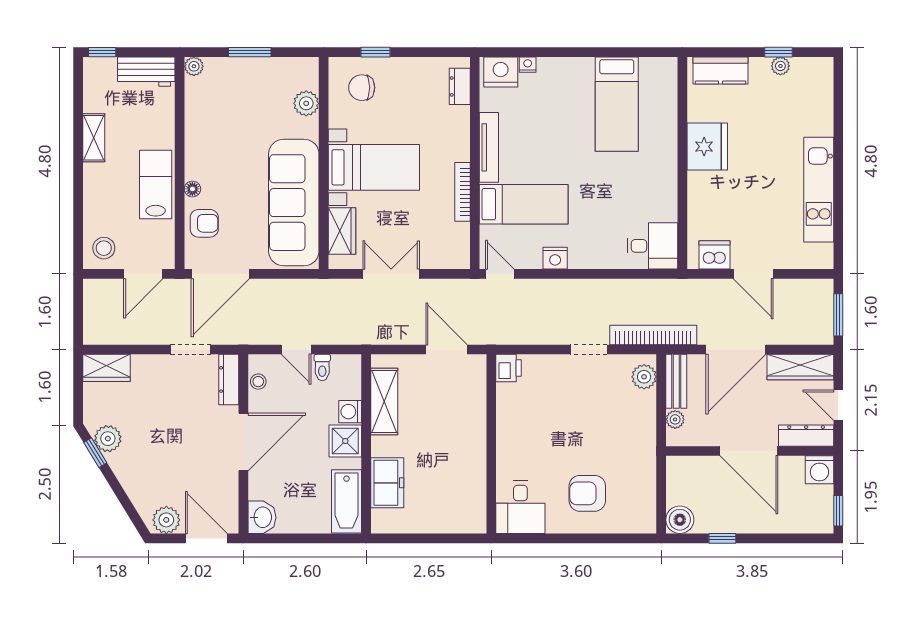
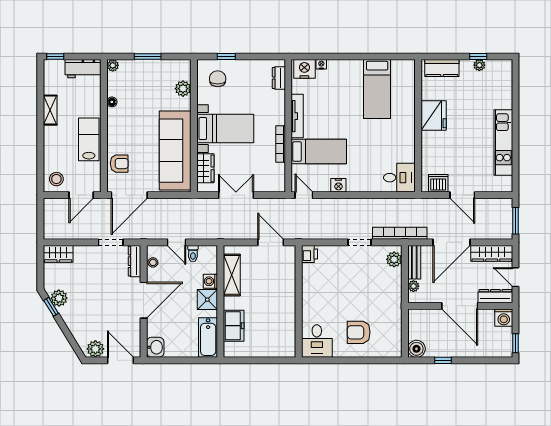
chair: (362, 88) -> (218, 79), turned 90
floor lamp: (192, 189) -> (112, 102), moved

